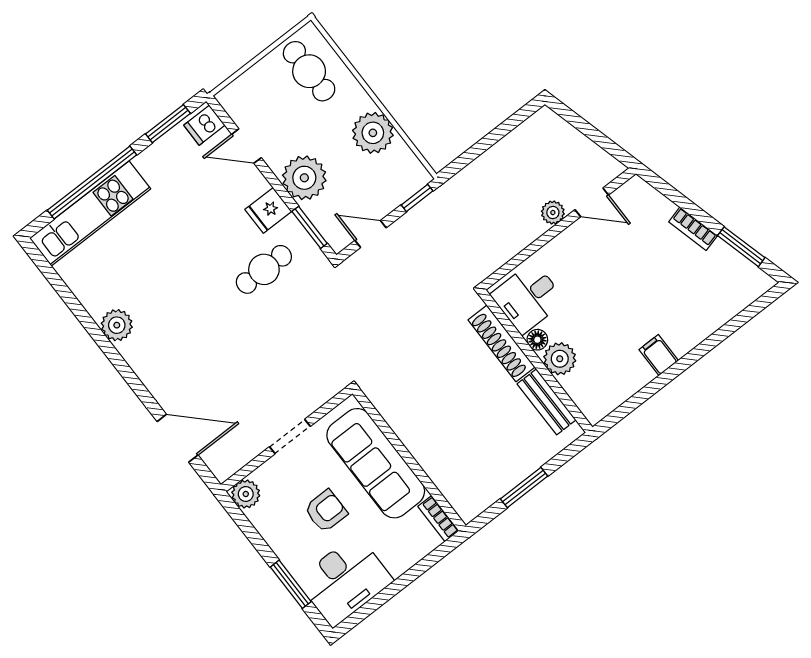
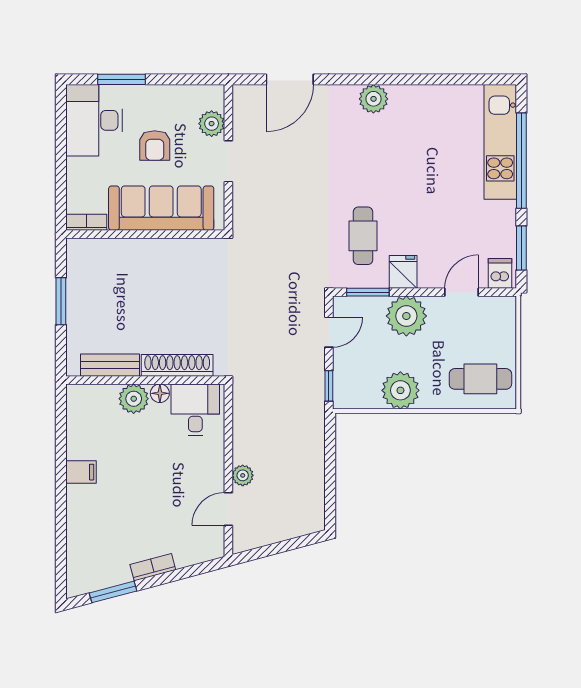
plant: (117, 325) -> (373, 99), moved
plant: (246, 494) -> (212, 124), moved

